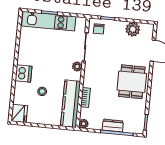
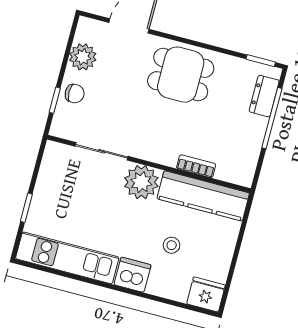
kitchen unit: (49, 21) -> (67, 258), moved, turned -90
chair: (99, 29) -> (75, 94), moved
plant: (77, 66) -> (141, 182), width x1.88, depth x1.88
plant: (84, 124) -> (245, 177), removed
dresser: (113, 126) -> (264, 96), moved

